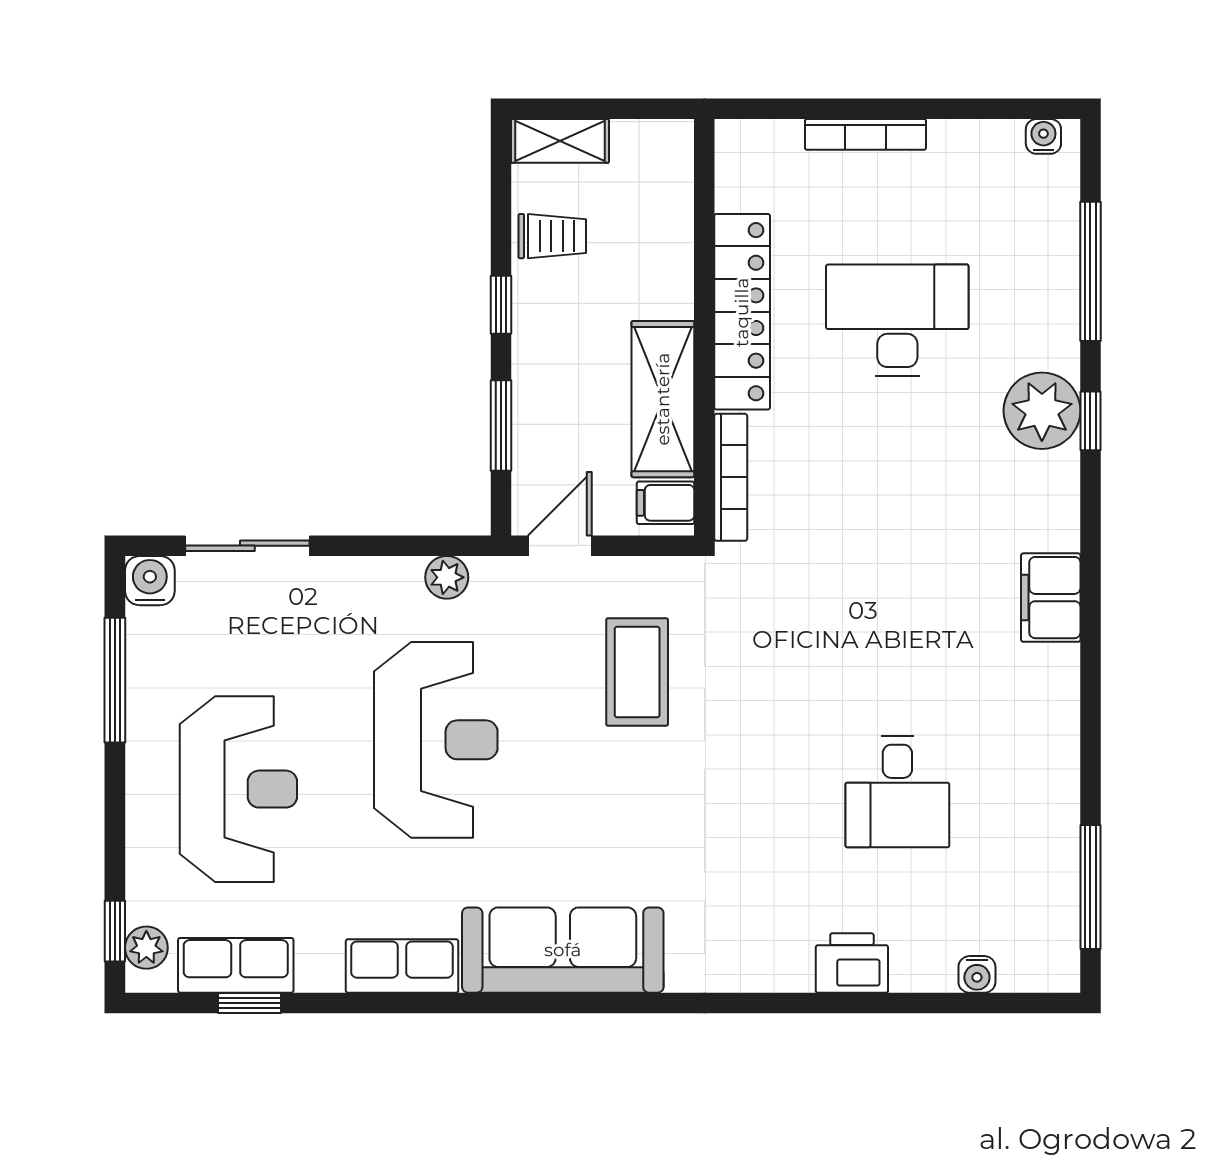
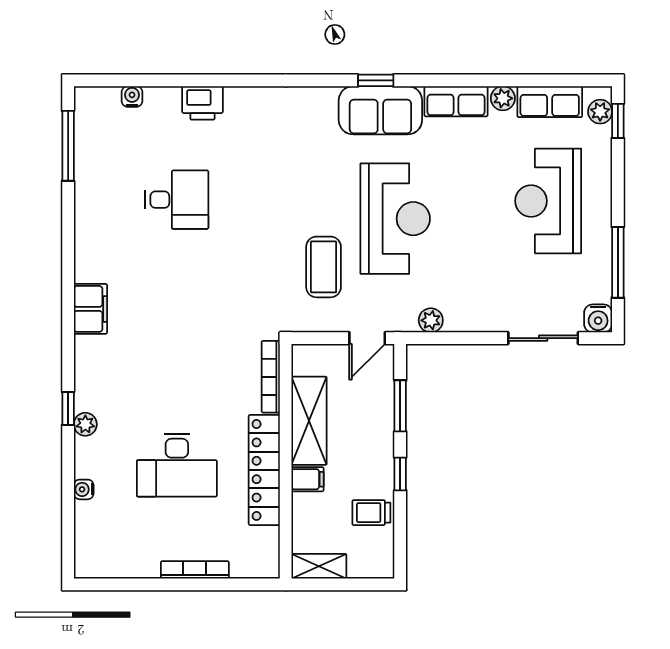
water cooler: (1043, 136) -> (84, 489), moved, turned 90
shelving: (560, 141) -> (319, 566), moved
window: (1090, 271) -> (68, 493), removed
plant: (1042, 411) -> (85, 424), width x0.53, depth x0.53
filing cabinet: (666, 503) -> (307, 479), moved
reception desk: (436, 740) -> (395, 219), moved, turned 180
desk: (897, 791) -> (177, 200), turned 90
sofa: (563, 950) -> (380, 110), width x0.73
plant: (319, 971) -> (503, 98), added
window: (249, 1003) -> (376, 80), moved

